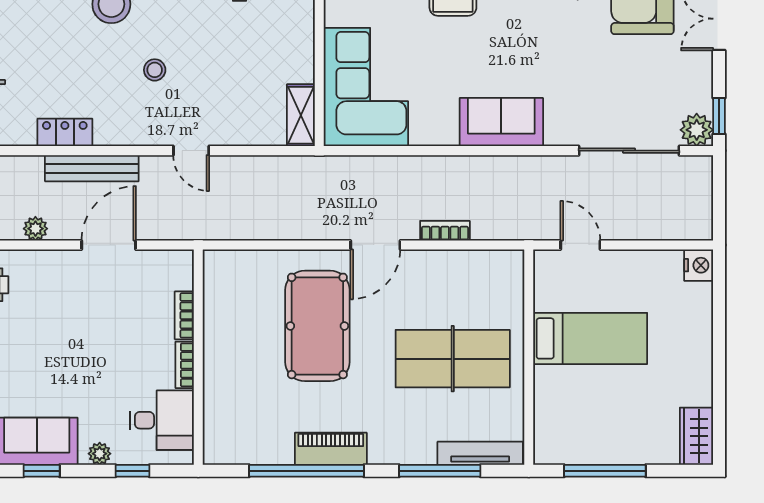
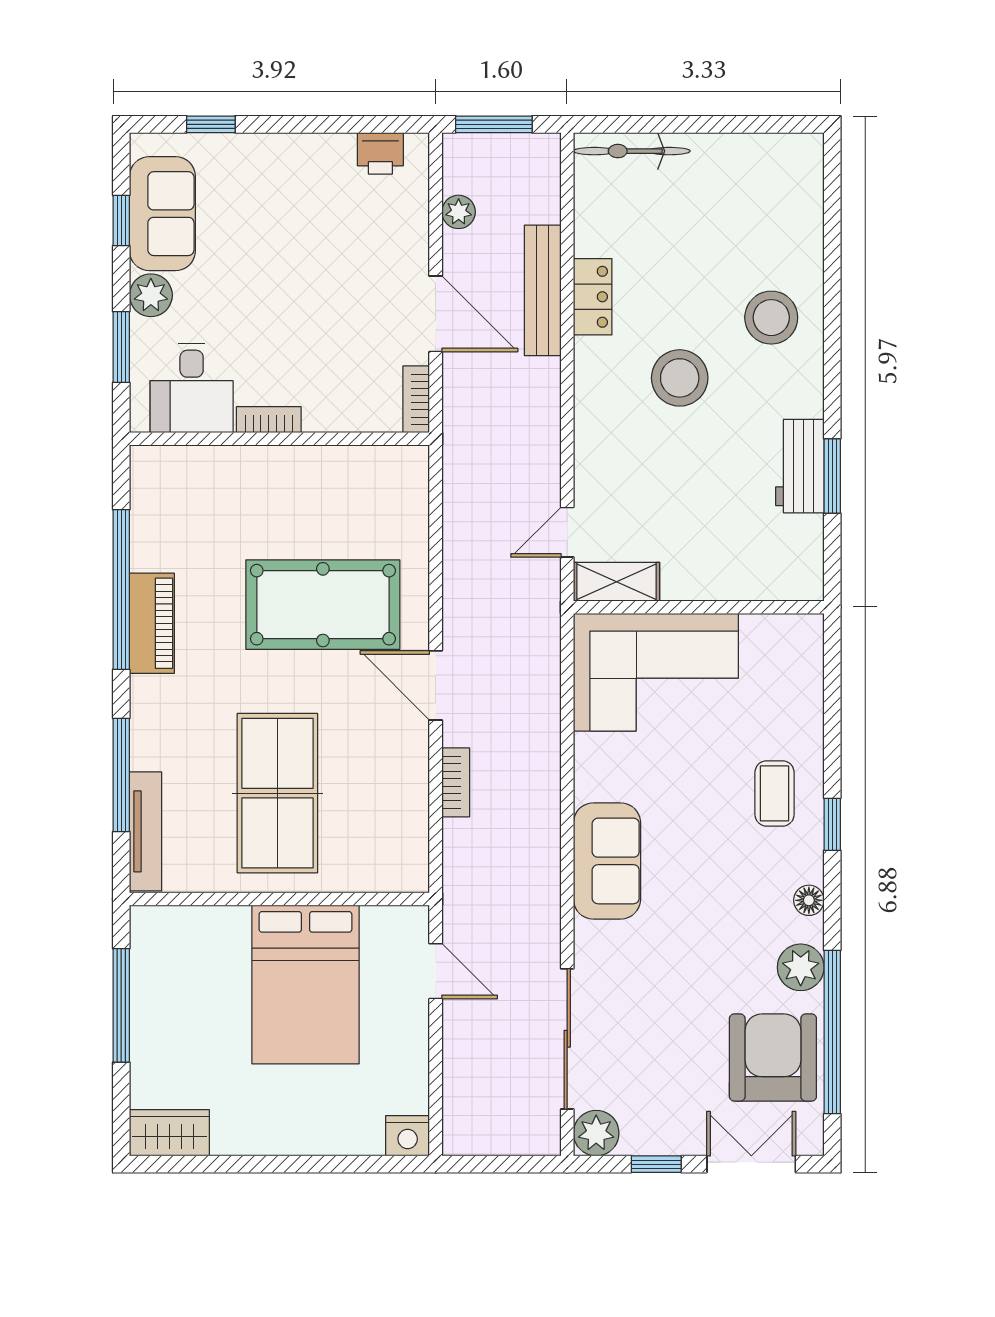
stool: (155, 70) -> (680, 378), width x1.89, depth x1.89
window: (719, 116) -> (656, 1164), moved
locker: (65, 132) -> (593, 297), moved
door: (191, 151) -> (567, 532), moved
door: (580, 245) -> (436, 971), hinge flipped
bookcase: (184, 315) -> (416, 399), moved, turned -90
bed: (590, 338) -> (305, 985), width x1.50
plant: (100, 454) -> (151, 295), width x1.38, depth x1.38
window: (133, 471) -> (121, 347), width x1.50

